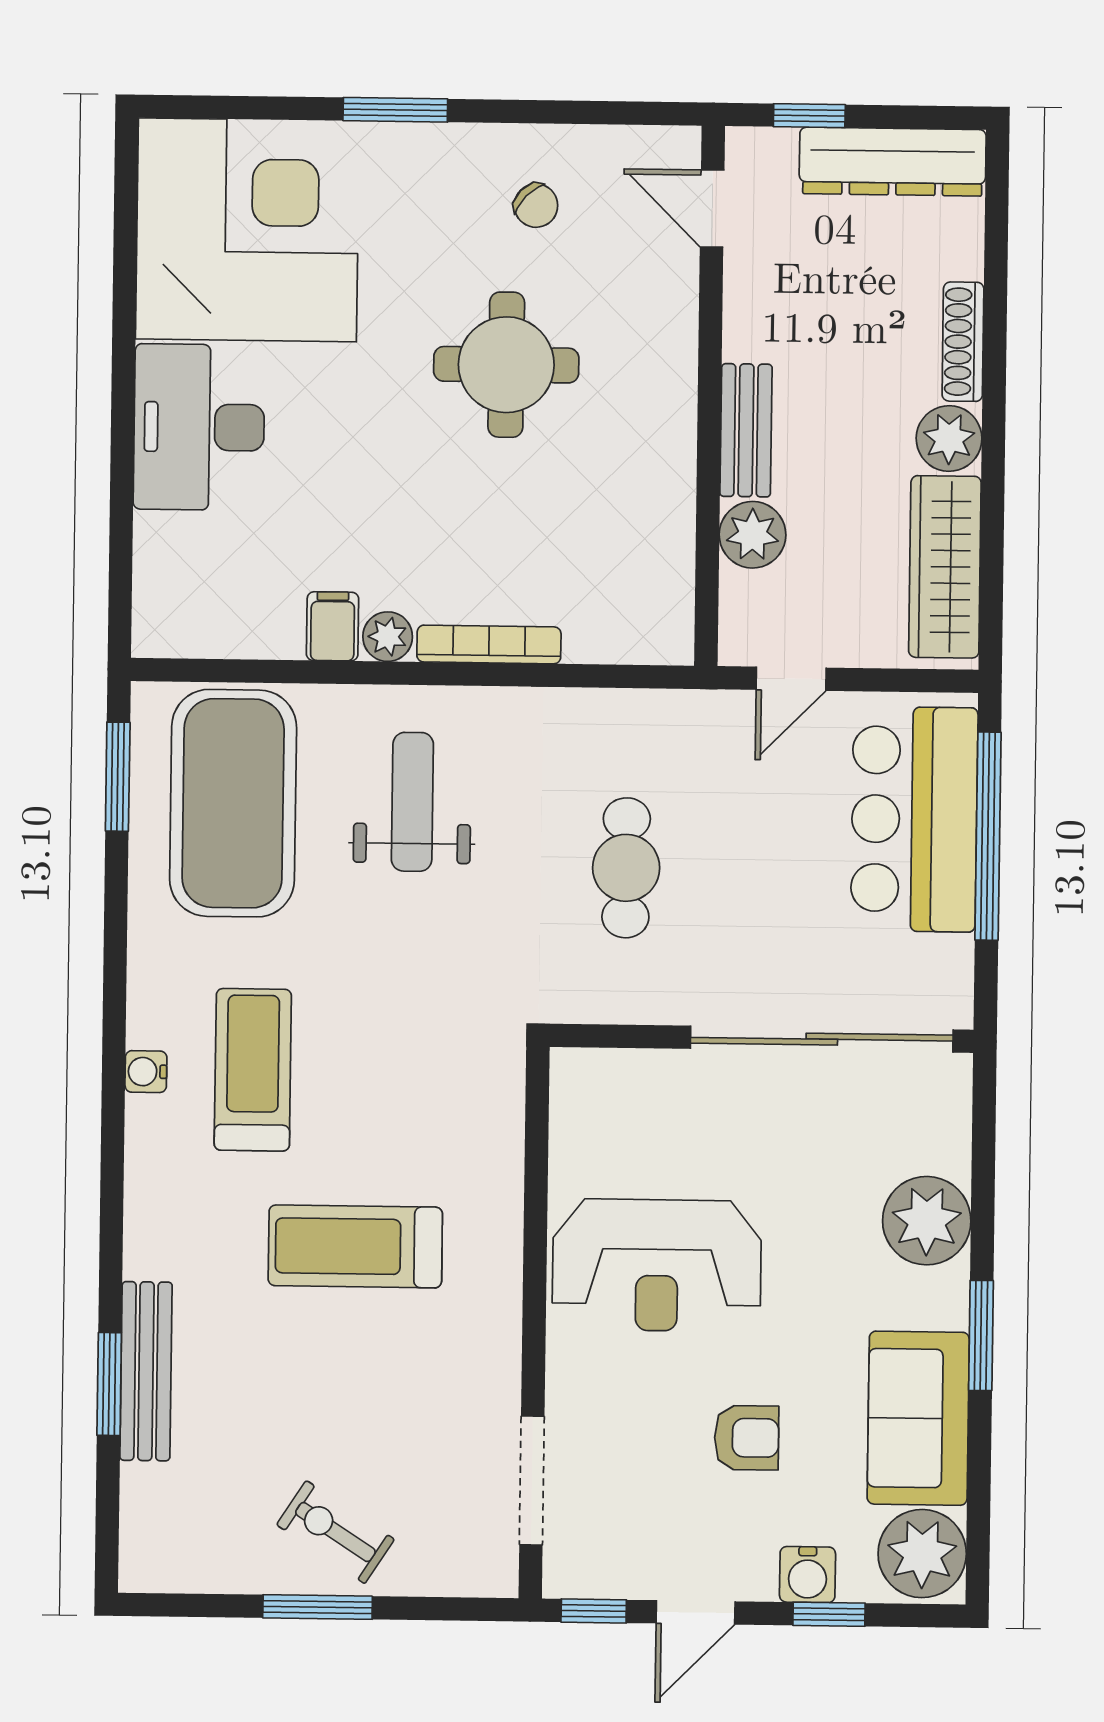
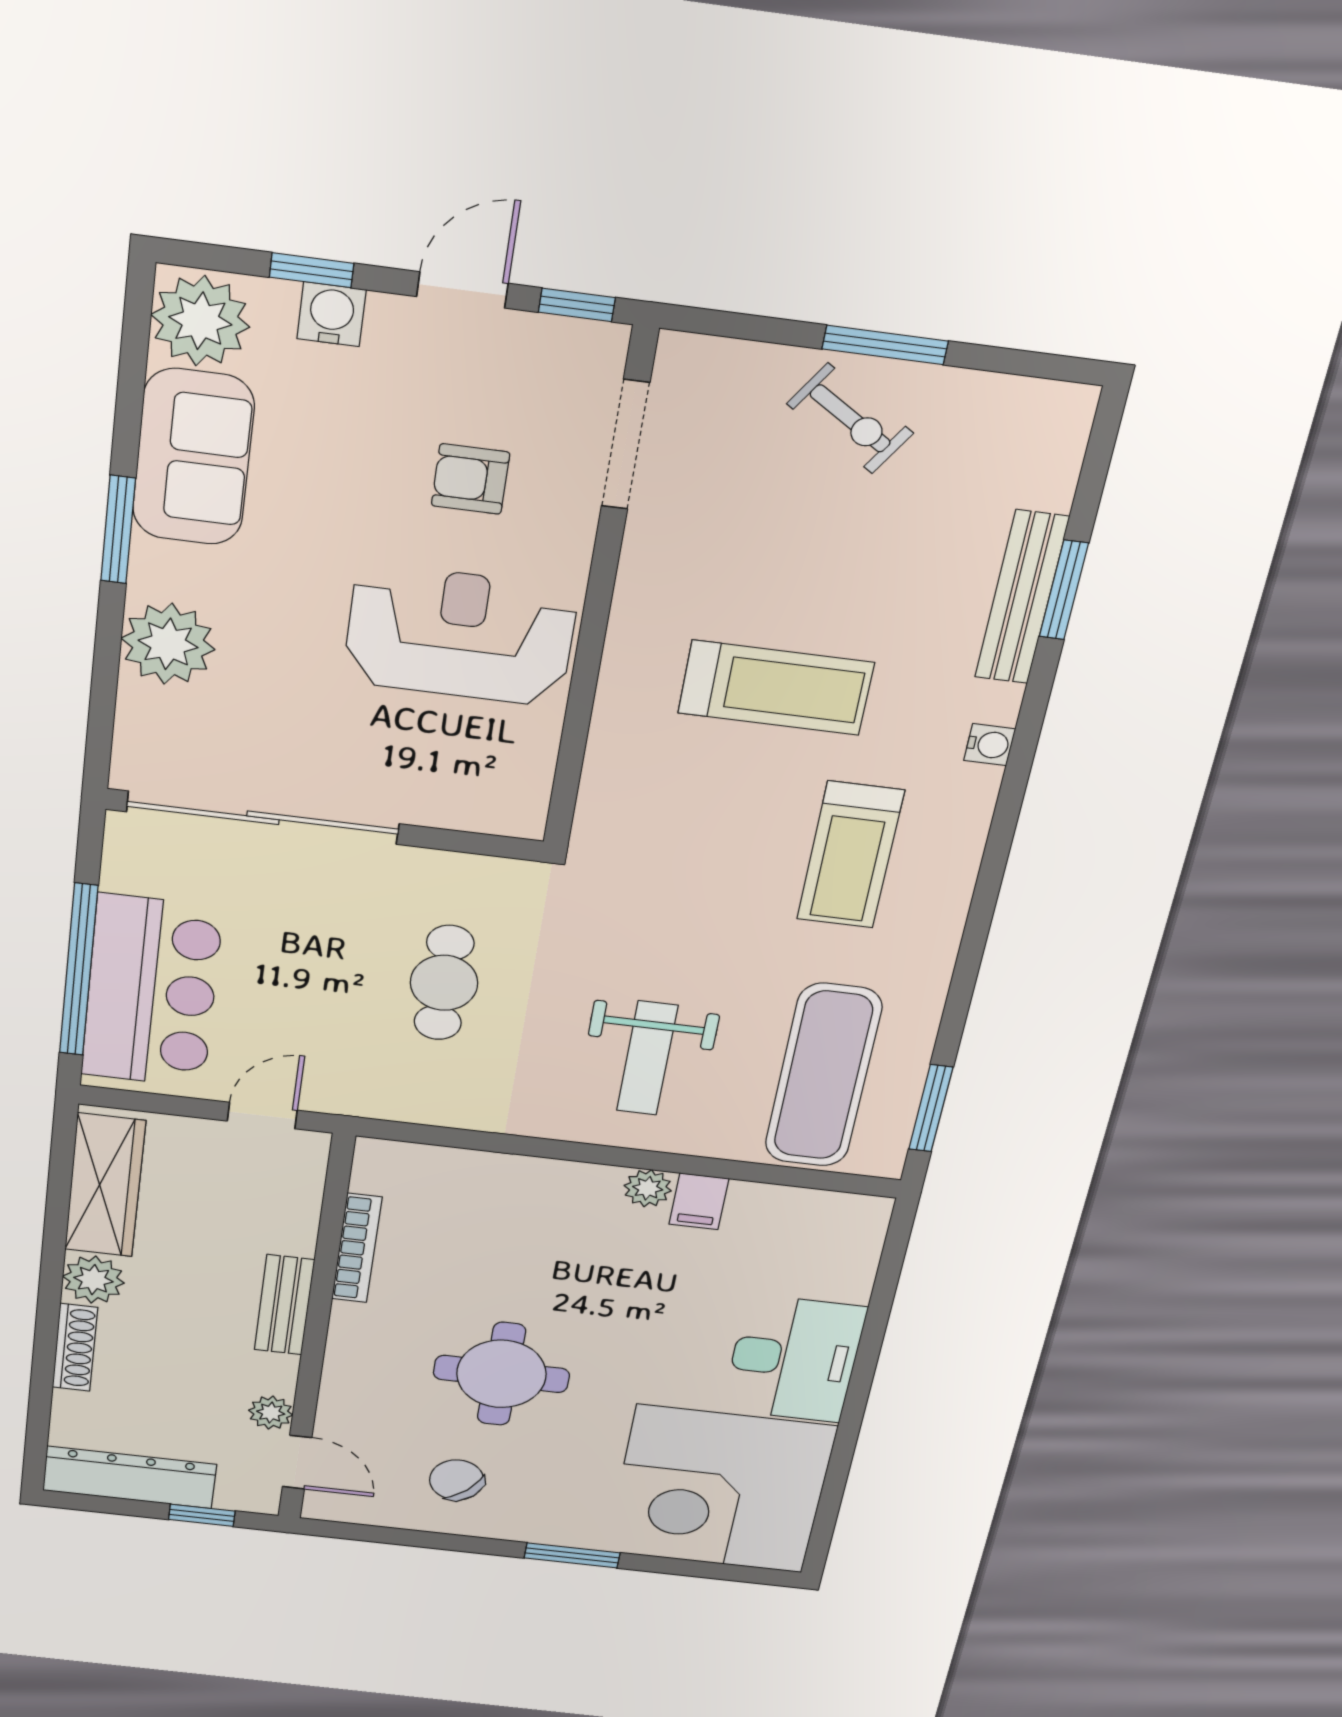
chair: (536, 206) -> (457, 1480), width x1.37, depth x1.37
plant: (752, 535) -> (271, 1413), moved, width x0.73, depth x0.73
bookcase: (489, 644) -> (357, 1248), moved, turned -90
exercise mat: (233, 803) -> (823, 1076), width x0.68
water cooler: (146, 1072) -> (990, 745), moved
armchair: (747, 1438) -> (470, 479), moved

